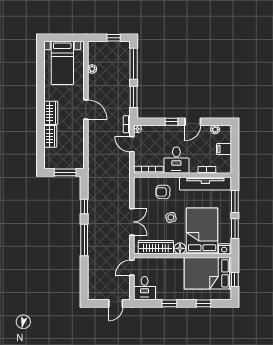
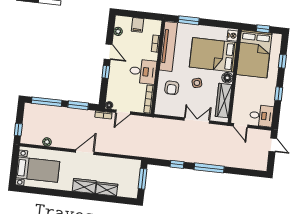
window: (114, 38) -> (18, 130), moved
window: (235, 229) -> (214, 23), removed

